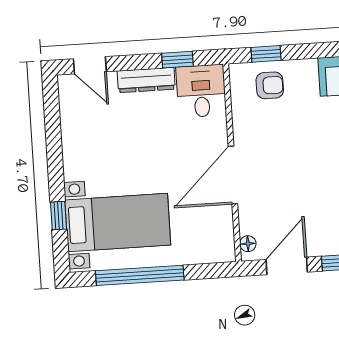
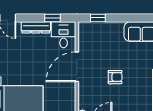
armchair: (270, 85) -> (115, 77), moved
door: (233, 175) -> (77, 67), moved

